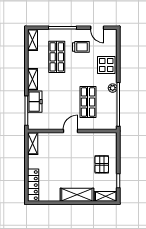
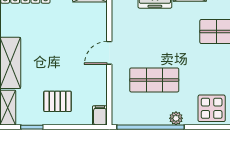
door: (71, 131) -> (109, 53), swing flipped
filing cabinet: (111, 137) -> (100, 115), added

